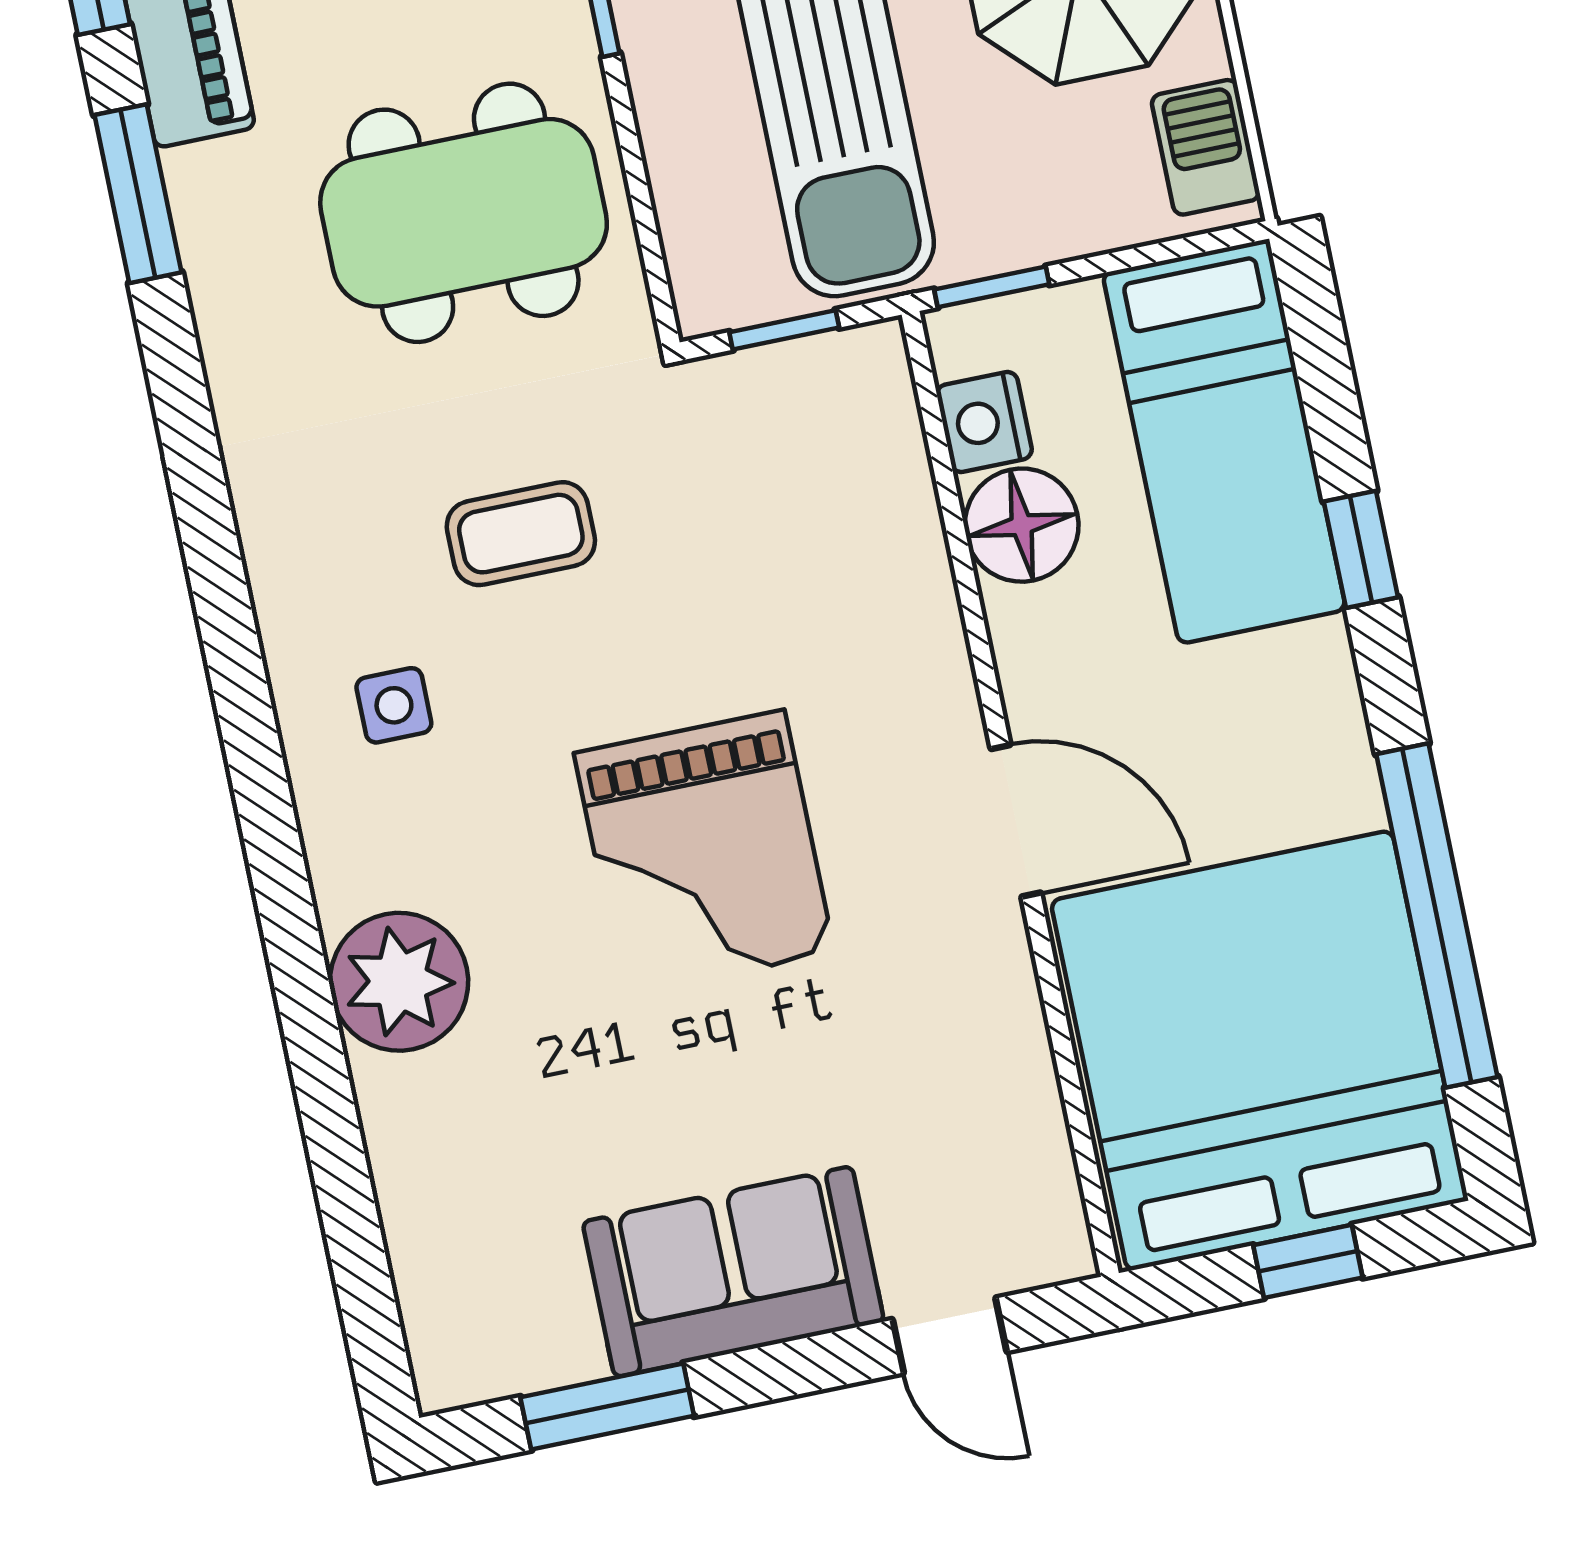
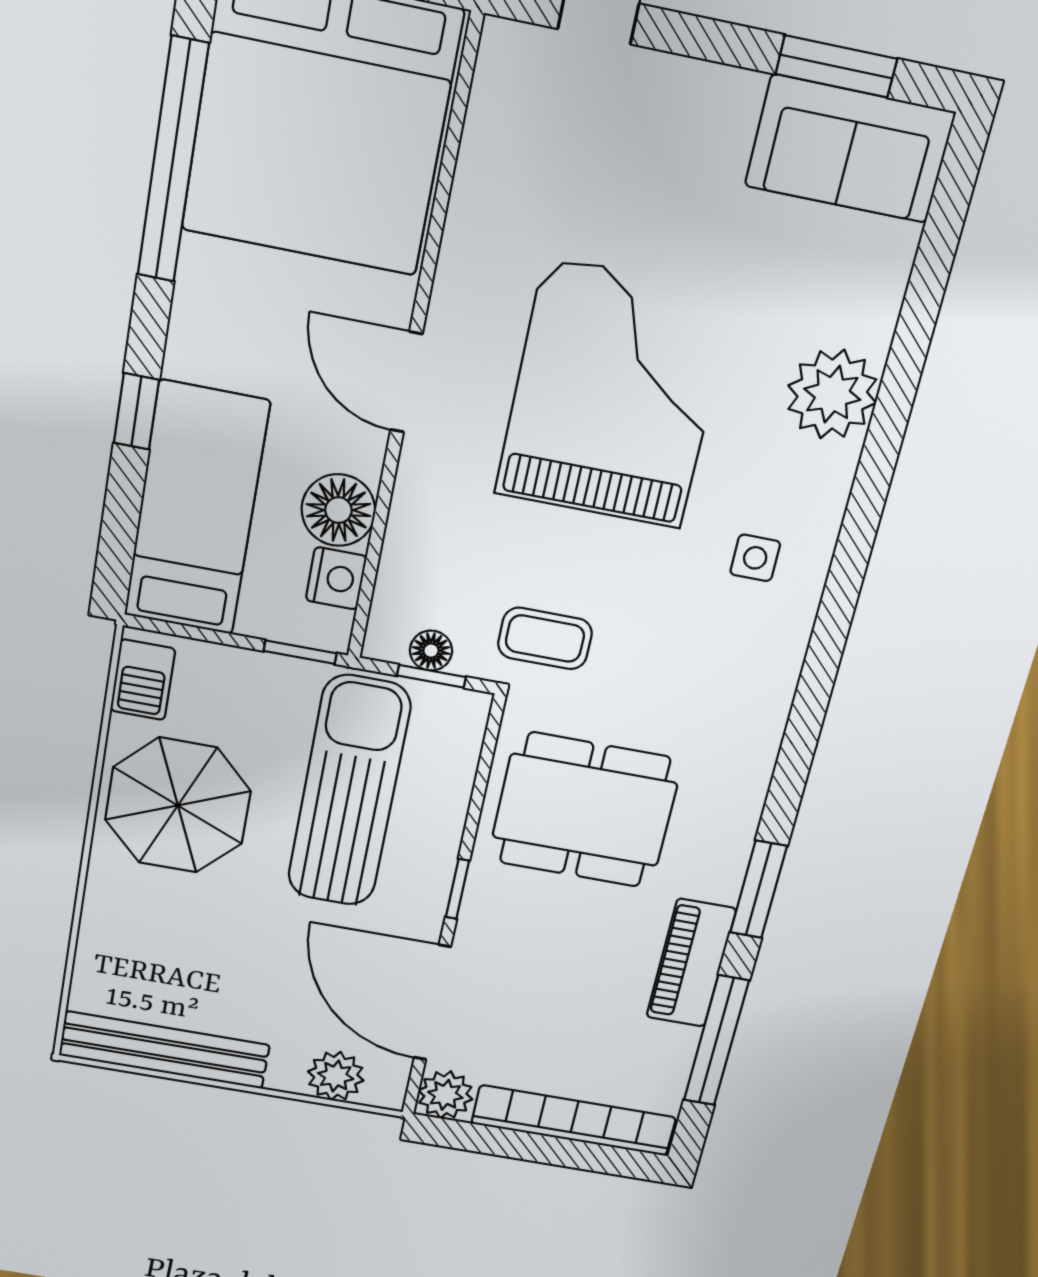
floor lamp: (802, 369) -> (431, 651), added
coffee table: (521, 534) -> (545, 638), moved
door: (1016, 821) -> (406, 382), moved
grand piano: (704, 853) -> (614, 395), width x1.37, depth x1.48
sofa: (733, 1272) -> (850, 149), moved

